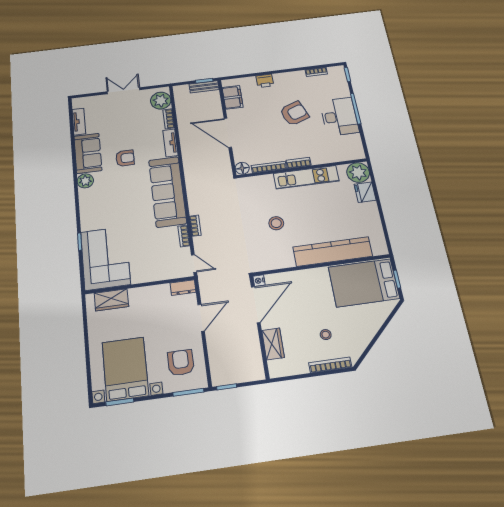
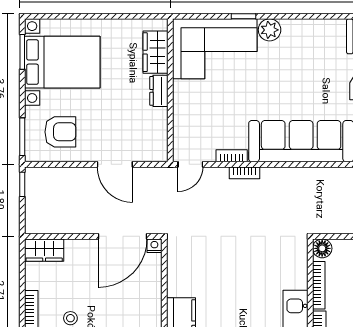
plant: (85, 181) -> (270, 30), moved
stool: (276, 223) -> (233, 281), removed
dresser: (183, 288) -> (159, 91), moved
door: (256, 305) -> (123, 236), hinge flipped
wardrobe: (273, 344) -> (44, 250), moved

